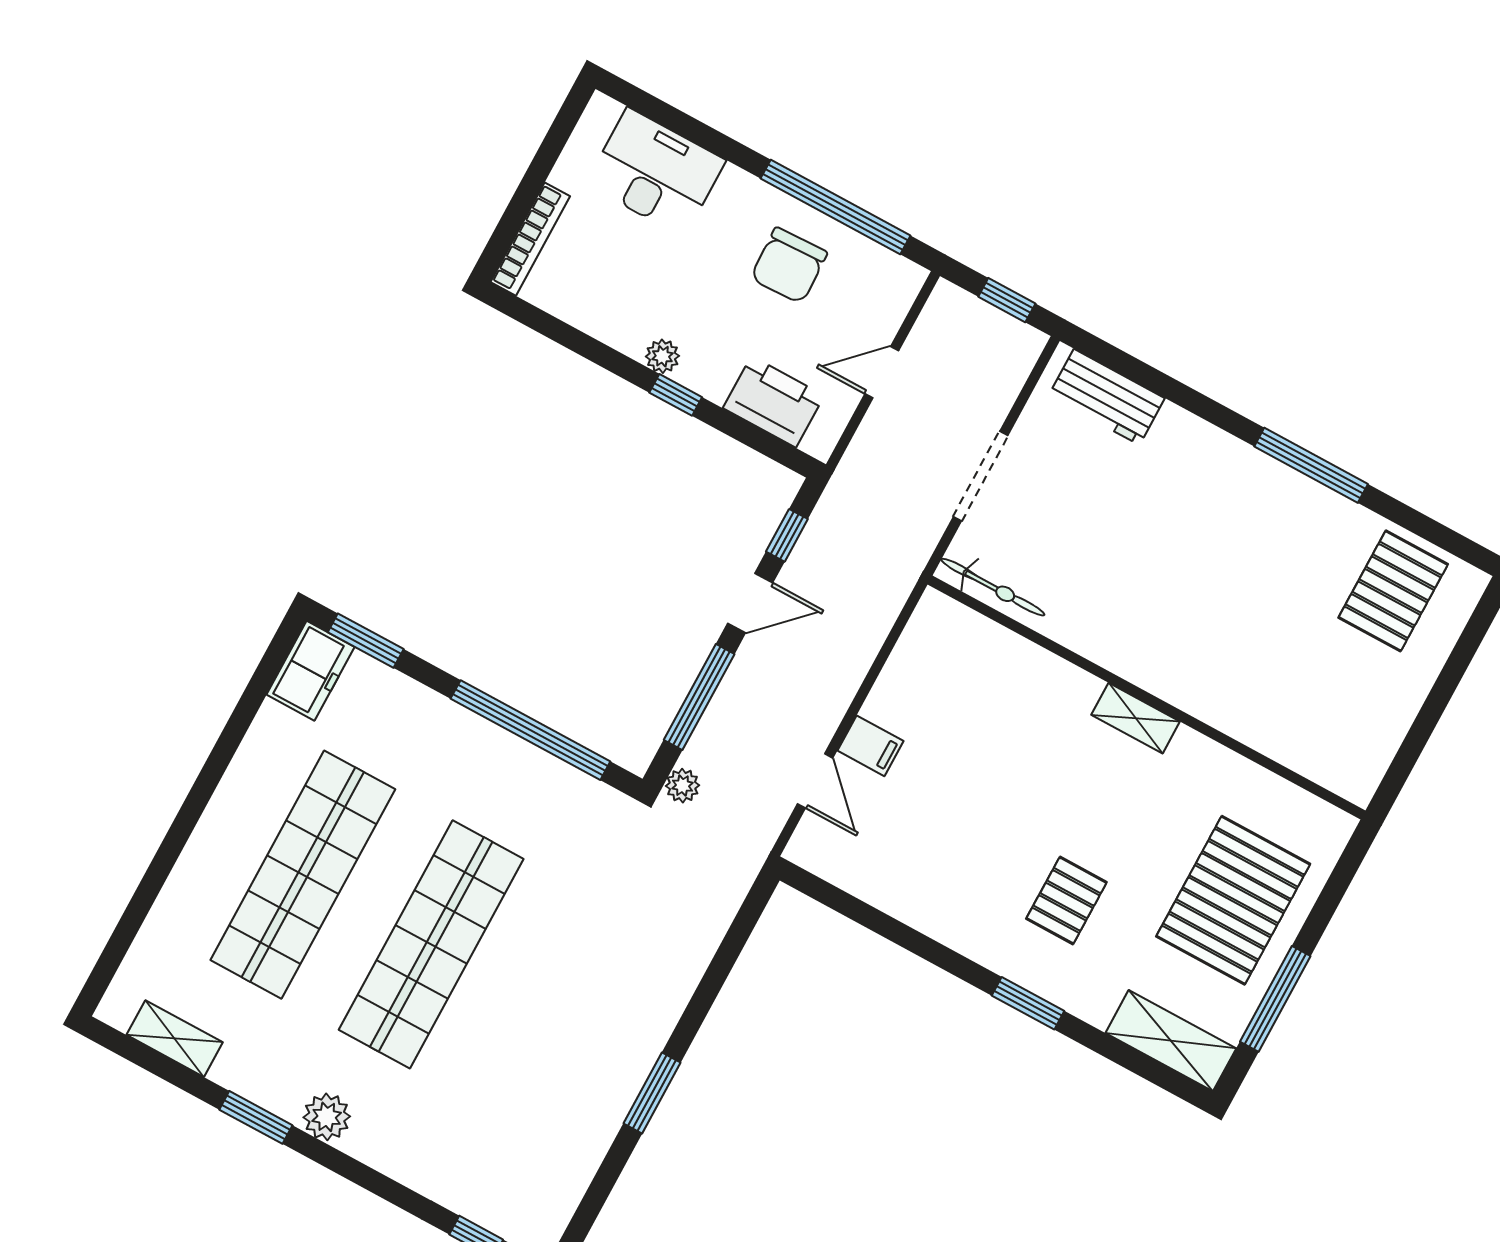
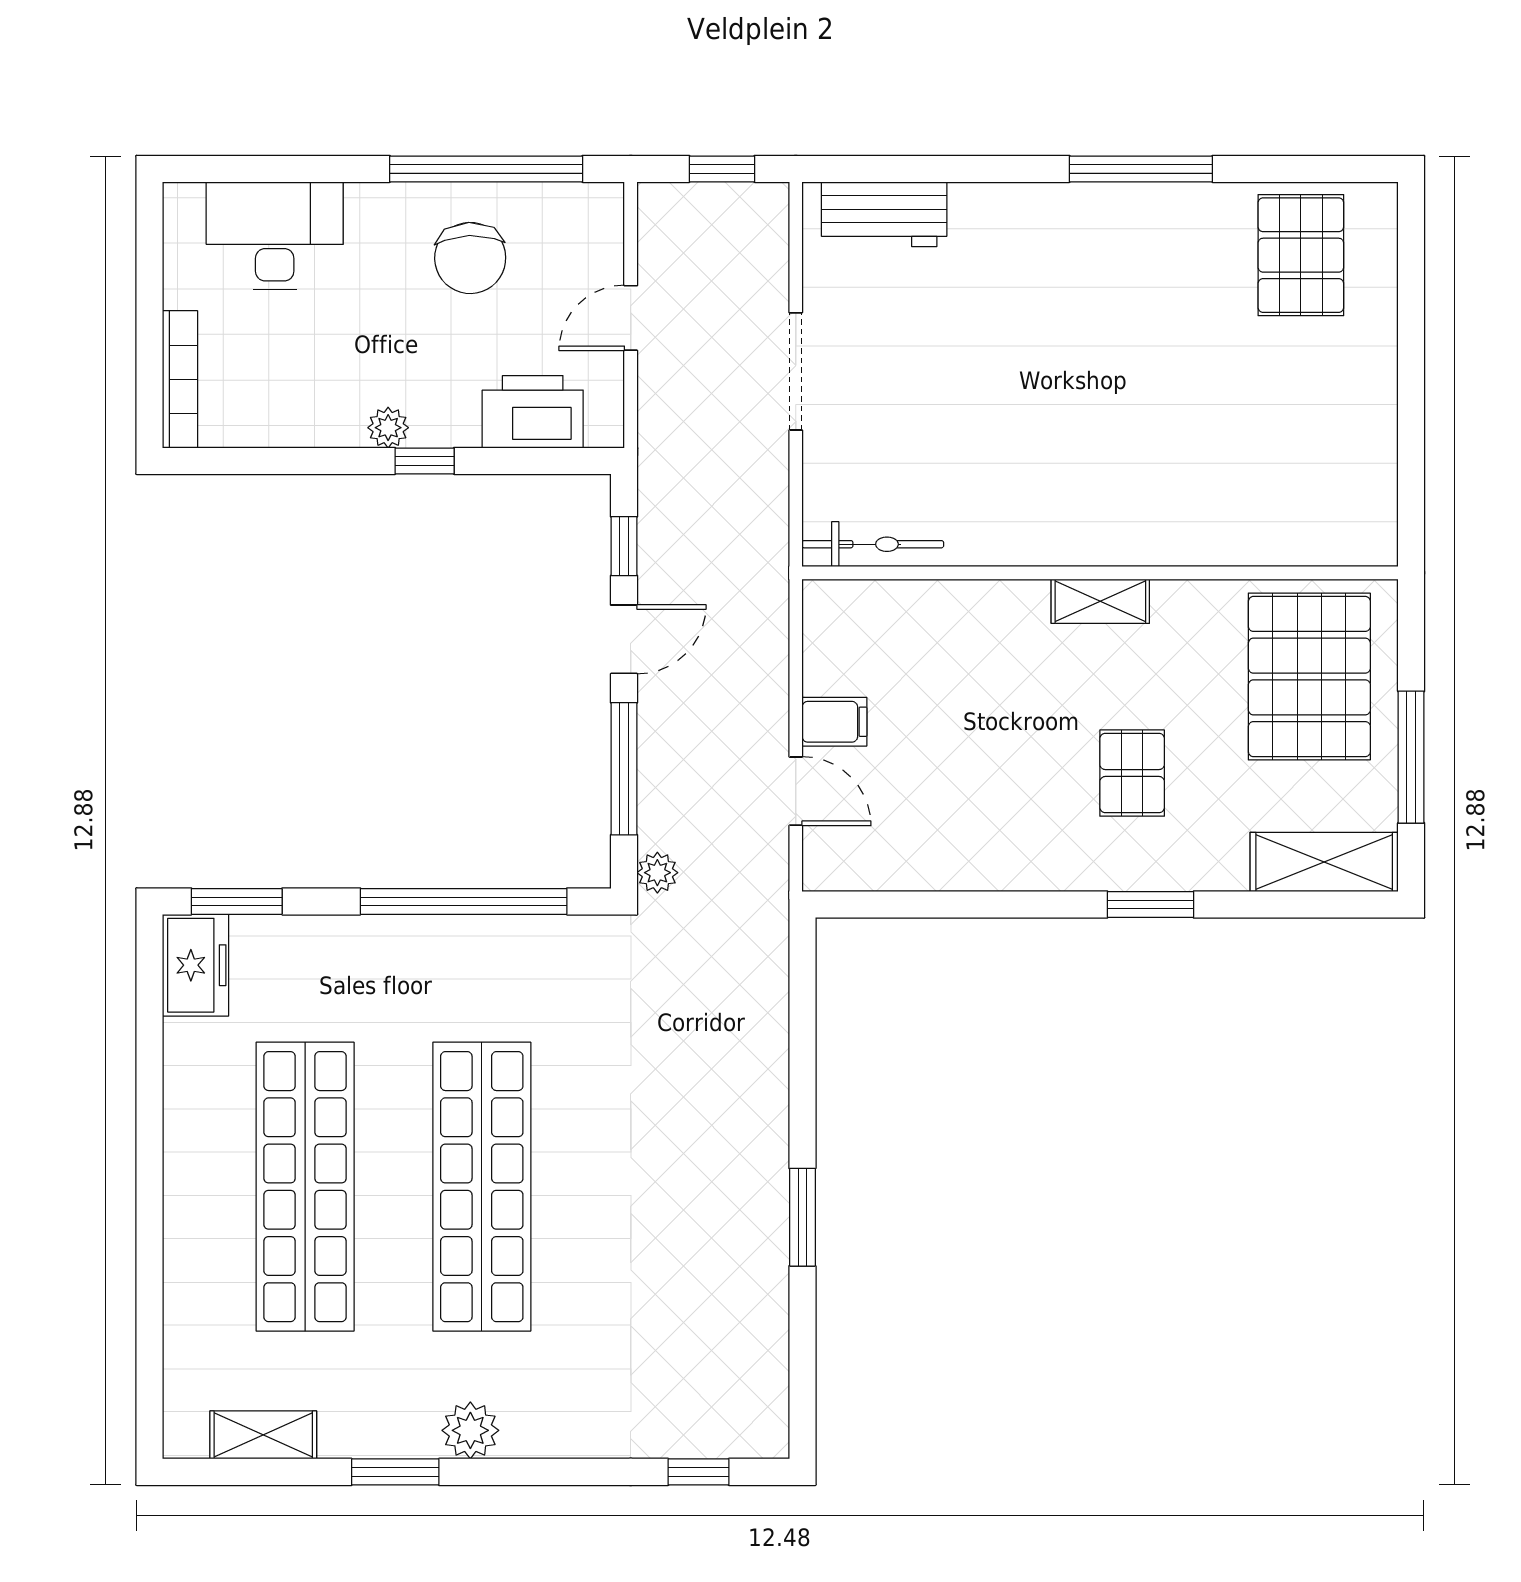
bicycle: (993, 587) -> (873, 544), moved
wall: (1147, 697) -> (1100, 573), moved
shelving: (1136, 718) -> (1100, 601), moved

